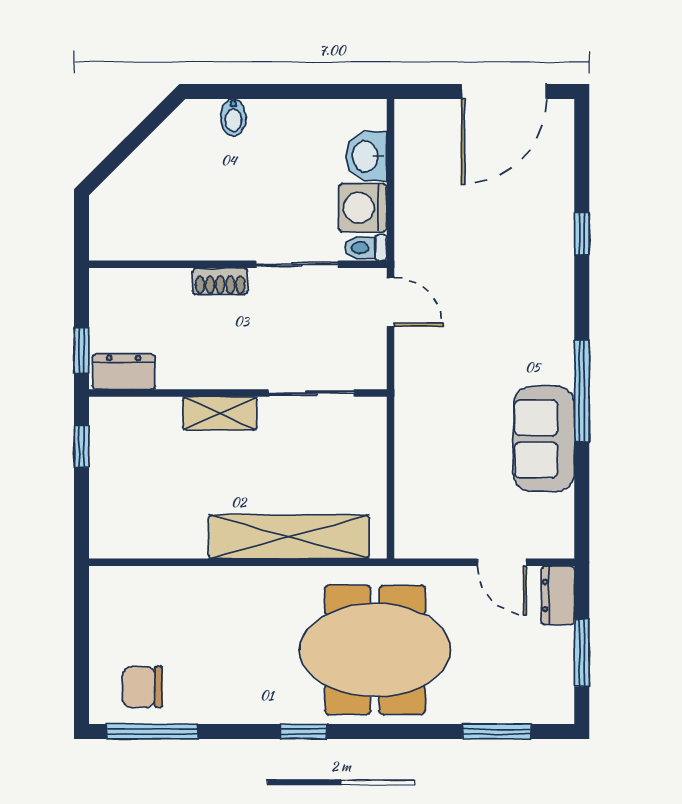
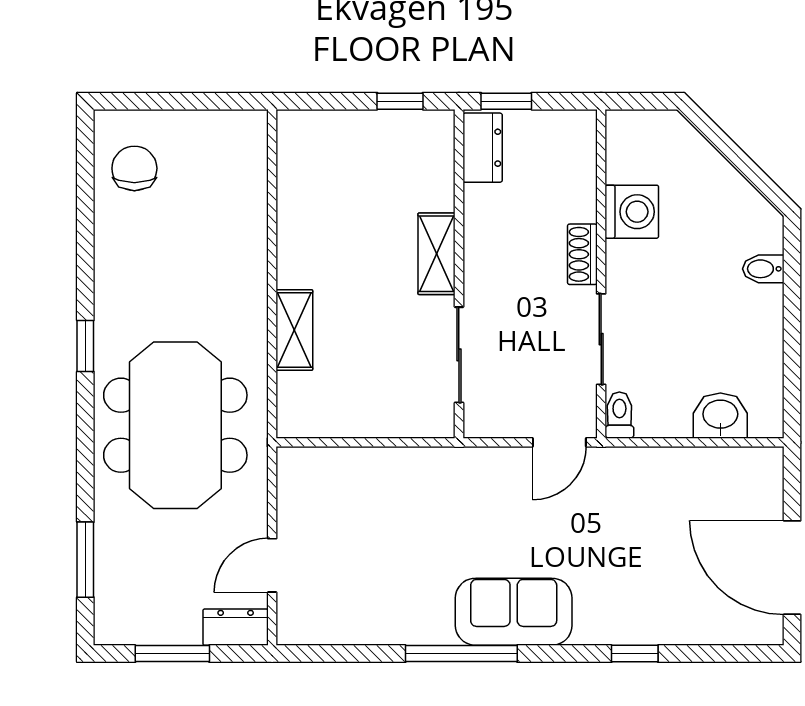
washing machine: (363, 208) -> (632, 212), moved, turned 90
sofa: (544, 439) -> (514, 612), moved
shelving: (289, 537) -> (294, 330), width x0.45, depth x0.75
window: (152, 732) -> (85, 179), removed

